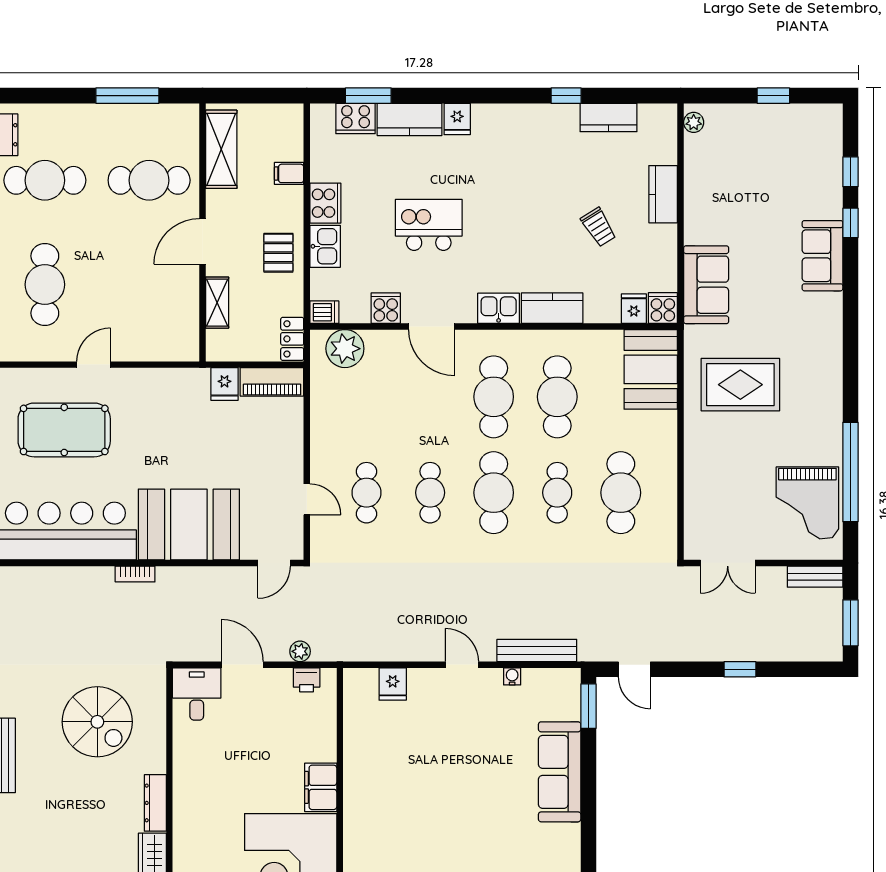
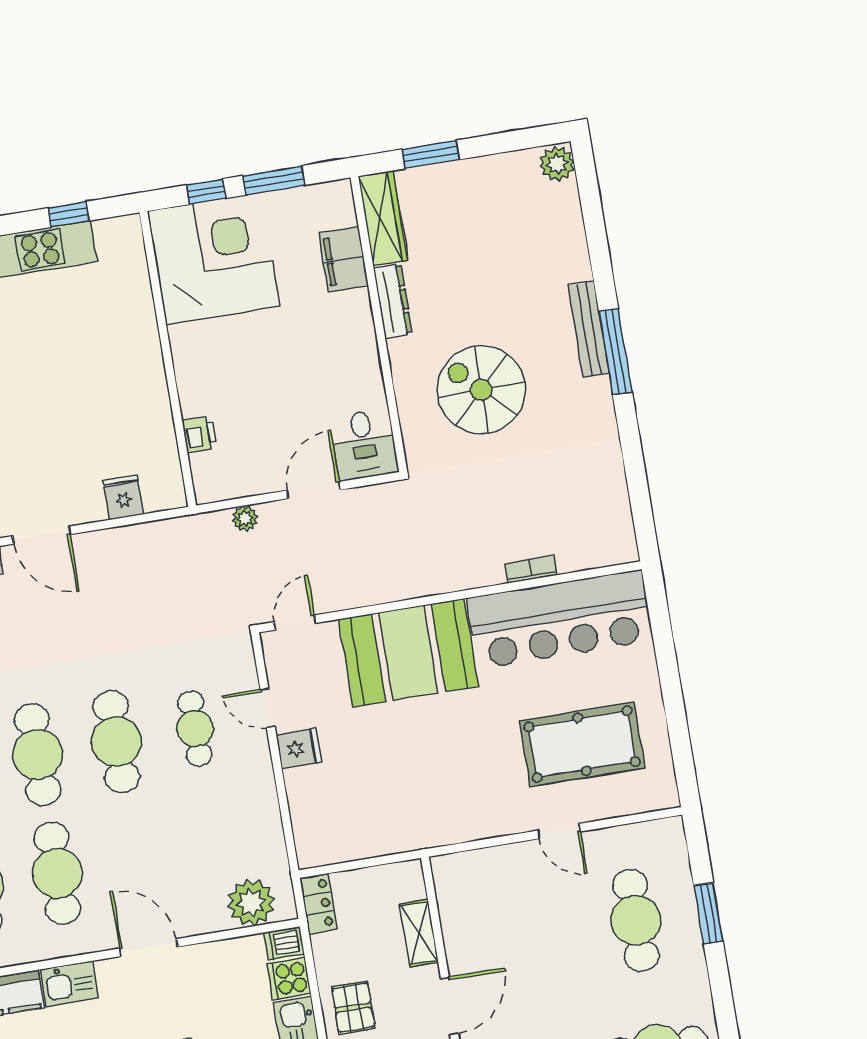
cooker: (386, 308) -> (289, 979), moved, turned 90
door: (94, 365) -> (559, 831), hinge flipped
piano: (272, 382) -> (335, 846), removed
fridge: (224, 384) -> (299, 749), moved, turned 90
cafe table: (430, 493) -> (116, 742), width x1.37, depth x1.35
bookcase: (135, 574) -> (531, 569), moved
door: (242, 665) -> (314, 490), swing flipped
door: (462, 665) -> (42, 535), width x1.38
printer: (307, 680) -> (199, 434), moved, turned 90
filing cabinet: (321, 787) -> (344, 260), moved, turned 180

